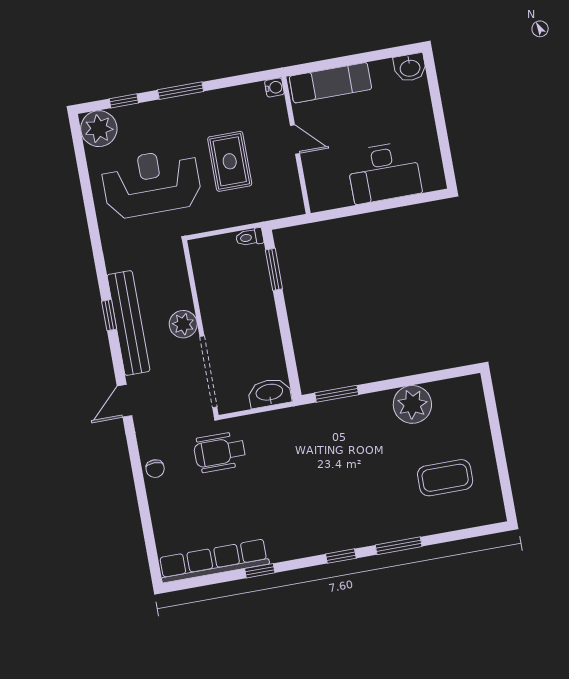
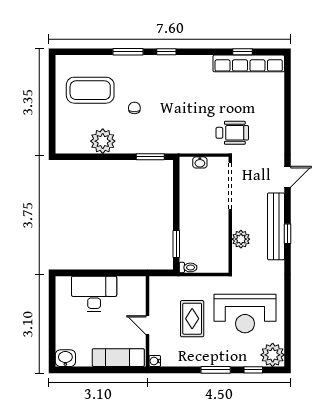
plant: (183, 324) -> (241, 239), moved
washbasin: (269, 393) -> (200, 162), width x0.52, depth x0.69
chair: (155, 469) -> (134, 108), moved
coffee table: (445, 478) -> (90, 90), width x1.36, depth x1.32
window: (260, 571) -> (243, 52), moved

